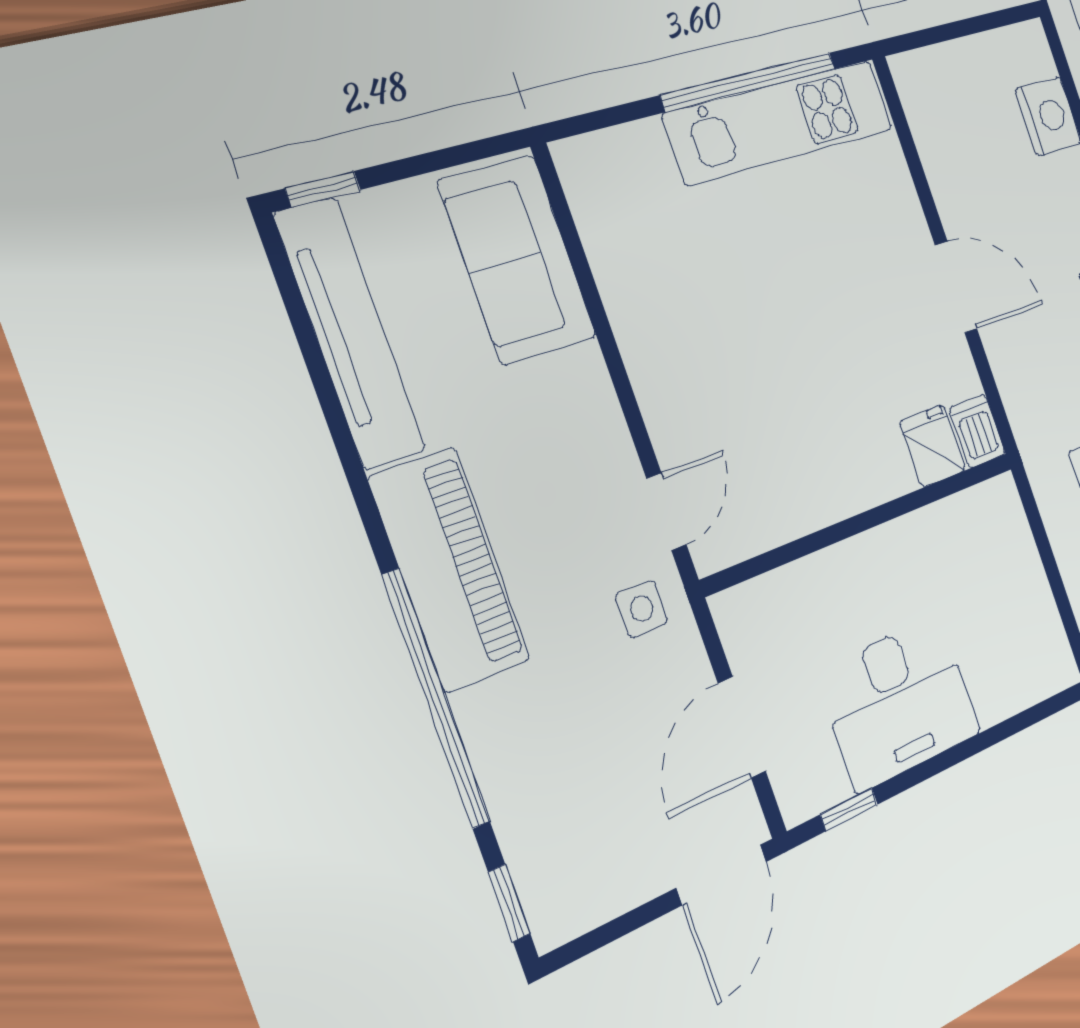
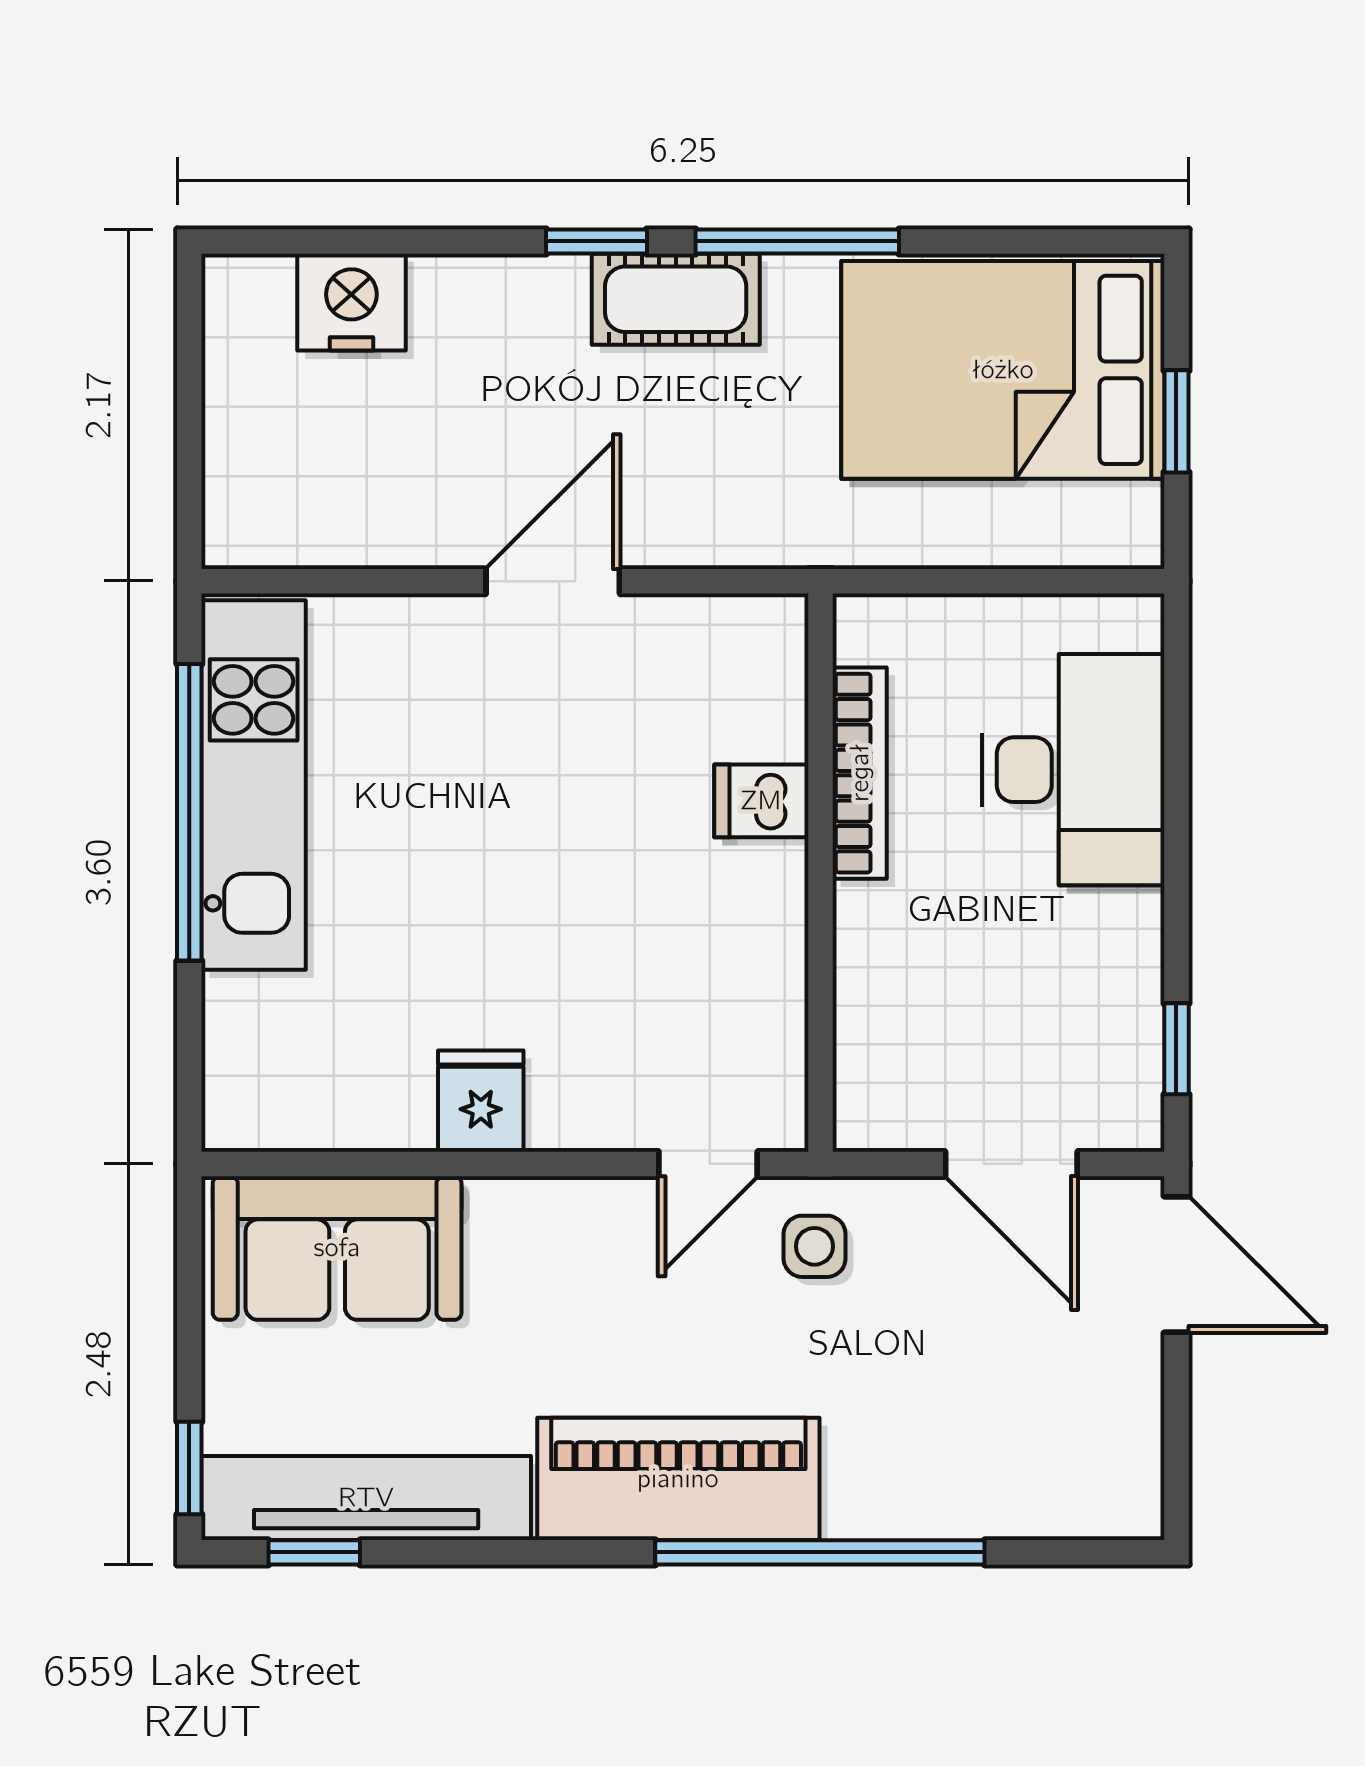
dishwasher: (977, 431) -> (761, 801), moved
fridge: (933, 446) -> (481, 1101), moved, turned 90
door: (666, 512) -> (708, 1164), swing flipped
bookcase: (926, 526) -> (860, 773), added
desk: (899, 703) -> (1073, 770), moved
window: (509, 903) -> (314, 1552), moved

